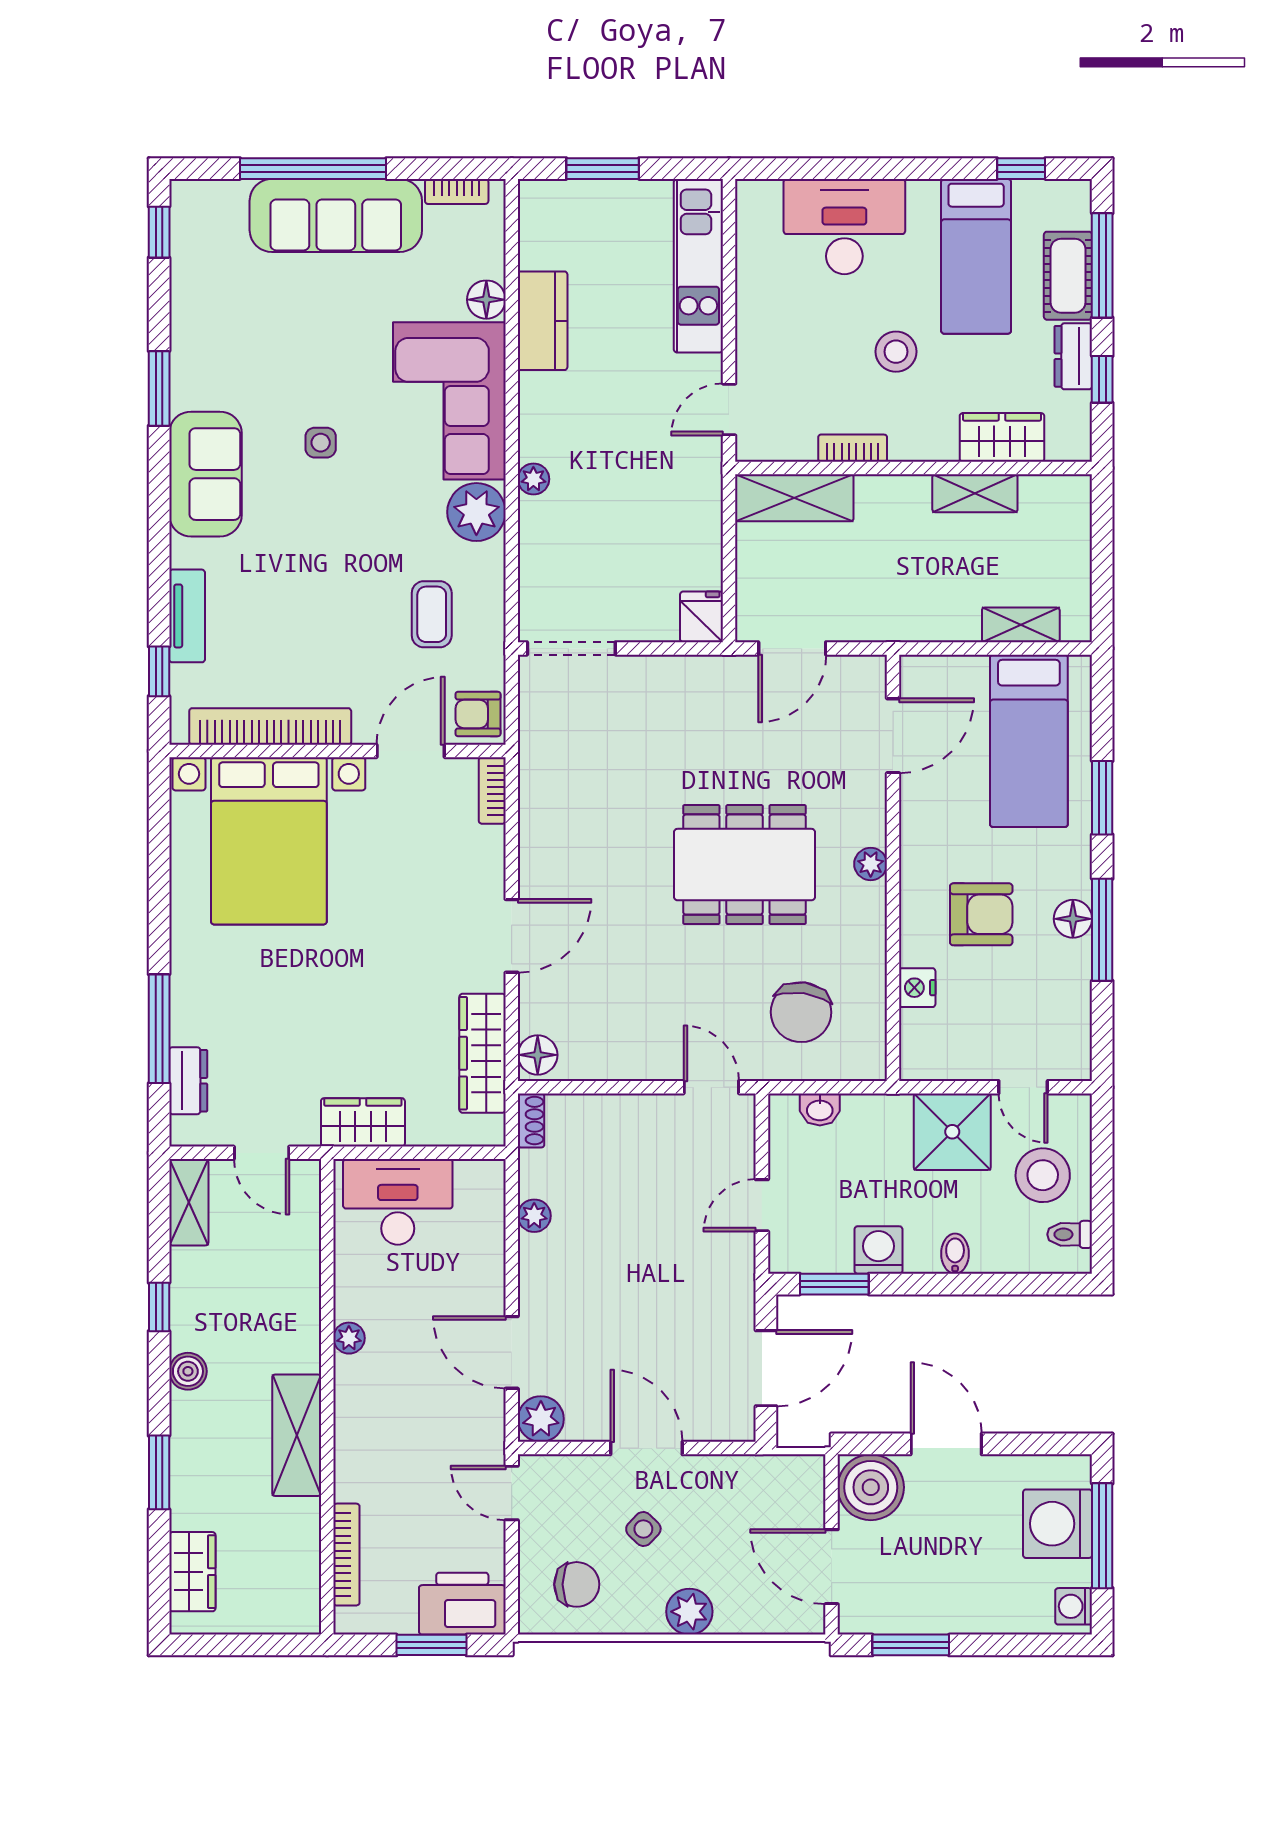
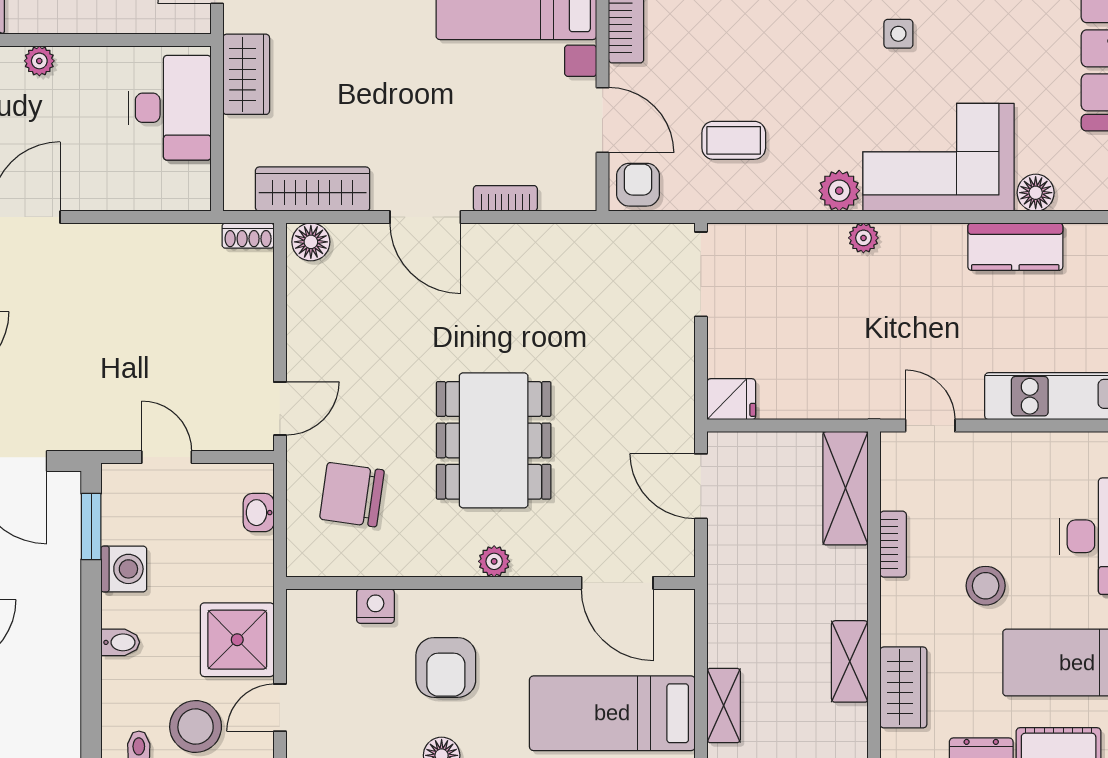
plant: (476, 512) -> (839, 191), width x0.73, depth x0.73
bookcase: (492, 790) -> (505, 198), moved
plant: (534, 1216) -> (157, 239), removed

